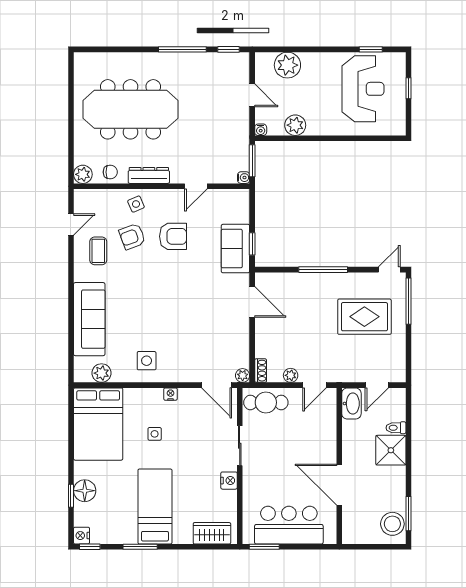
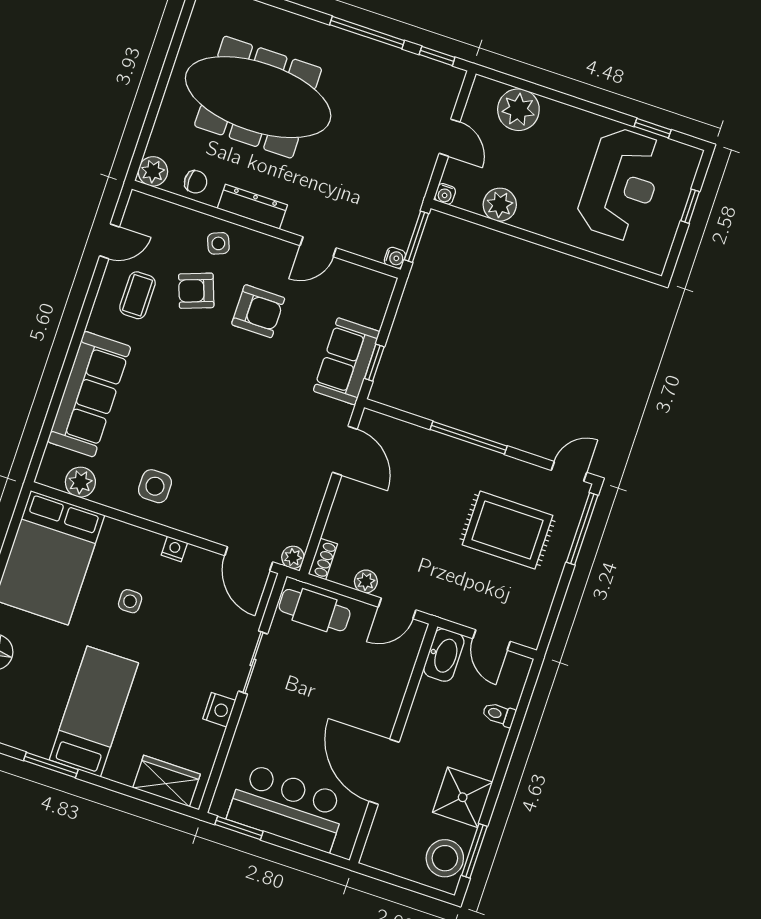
door: (377, 385) -> (491, 640), hinge flipped
shower: (391, 450) -> (463, 797), moved

